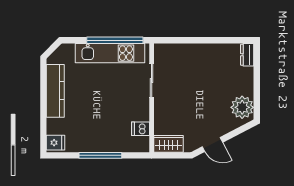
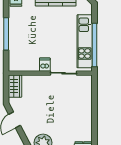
dishwasher: (140, 129) -> (45, 65), moved

